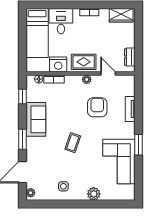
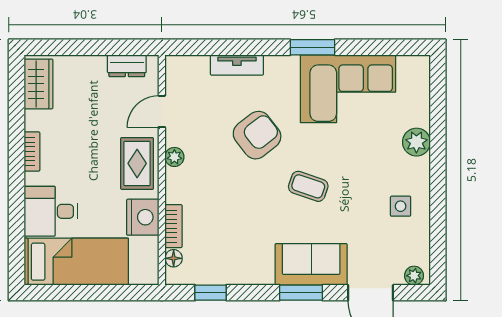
armchair: (97, 107) -> (257, 135), moved, turned 142
sofa: (36, 119) -> (311, 264), moved

